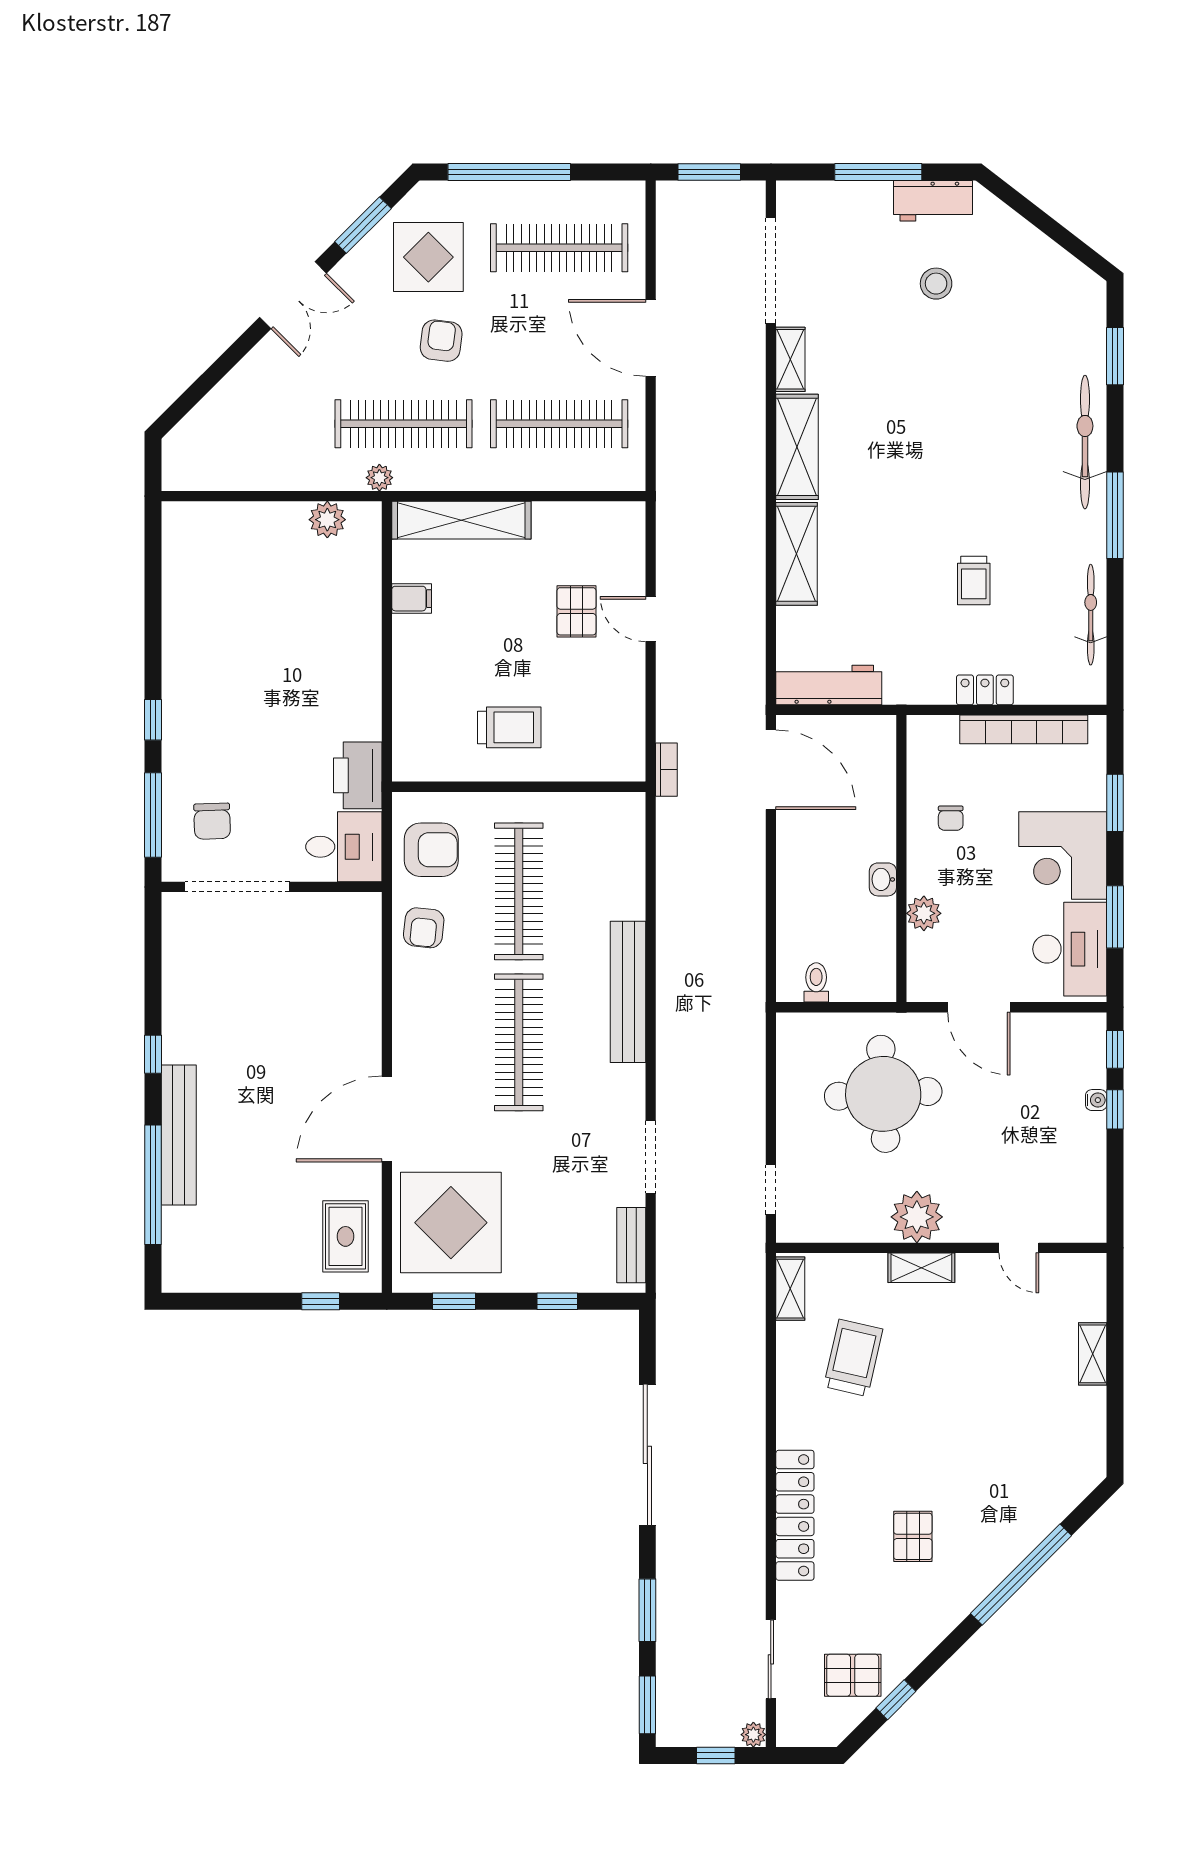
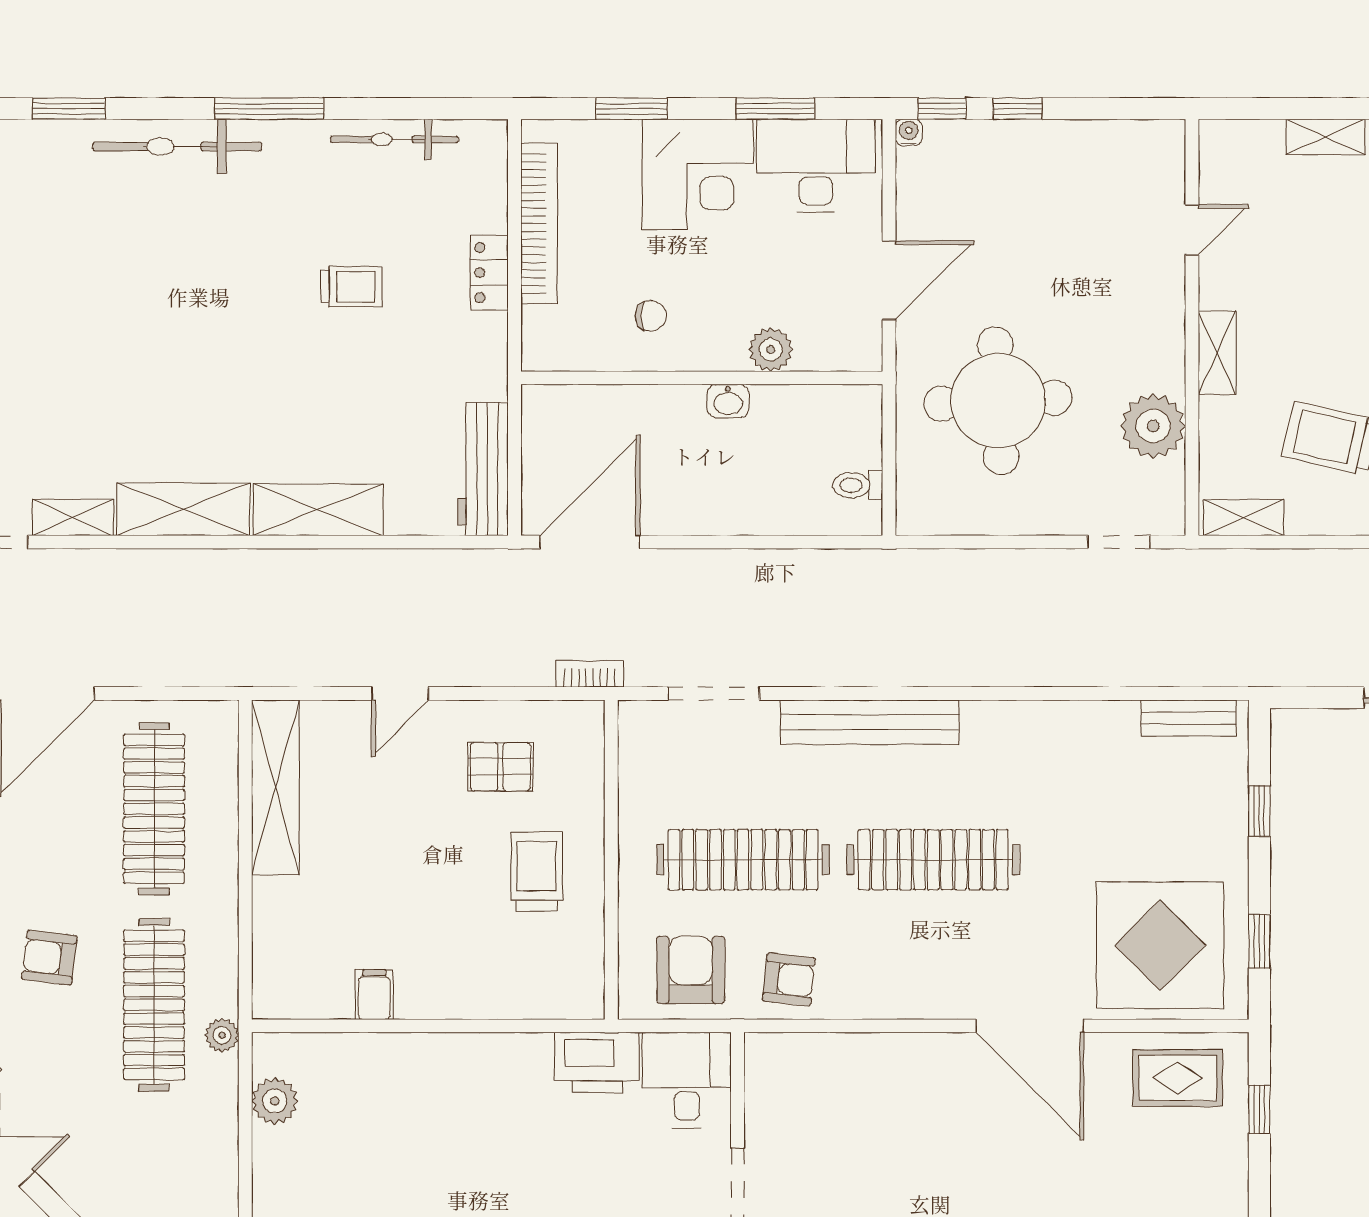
shelving: (461, 520) -> (275, 787), moved
pallet: (577, 611) -> (500, 767), moved
water cooler: (1096, 1100) -> (909, 132), moved
doorway: (651, 1157) -> (714, 694), moved
plant: (917, 1217) -> (1153, 426), moved

